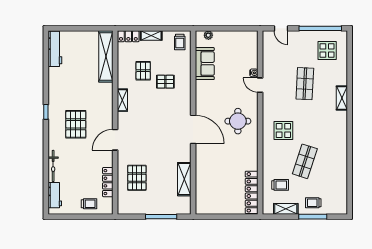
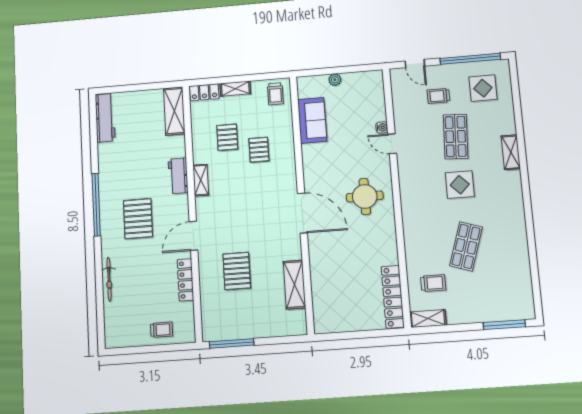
plant: (208, 35) -> (335, 80), moved
shelving: (106, 56) -> (174, 111), width x0.68
pallet: (165, 82) -> (259, 150), turned 90
window: (46, 112) -> (96, 205), width x3.17
display table: (283, 131) -> (460, 185), moved
pallet: (137, 178) -> (237, 271), moved
locker: (108, 182) -> (185, 280), moved
workbench: (55, 195) -> (178, 176), moved, turned 180
trolley: (313, 203) -> (439, 96), moved
shelving: (286, 209) -> (428, 319), moved
window: (161, 217) -> (232, 343), moved
window: (313, 217) -> (504, 325), moved

